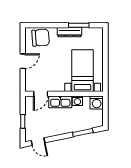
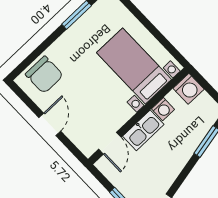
dresser: (70, 32) -> (73, 34), removed
chair: (41, 38) -> (44, 75), turned 94

